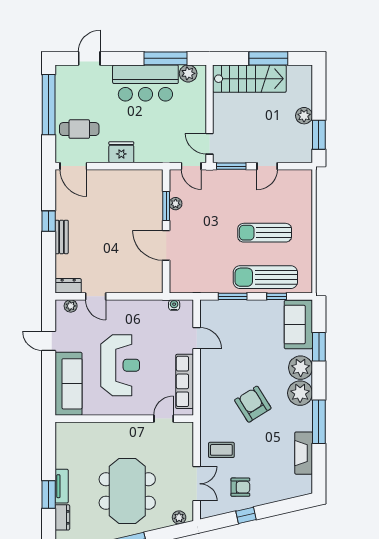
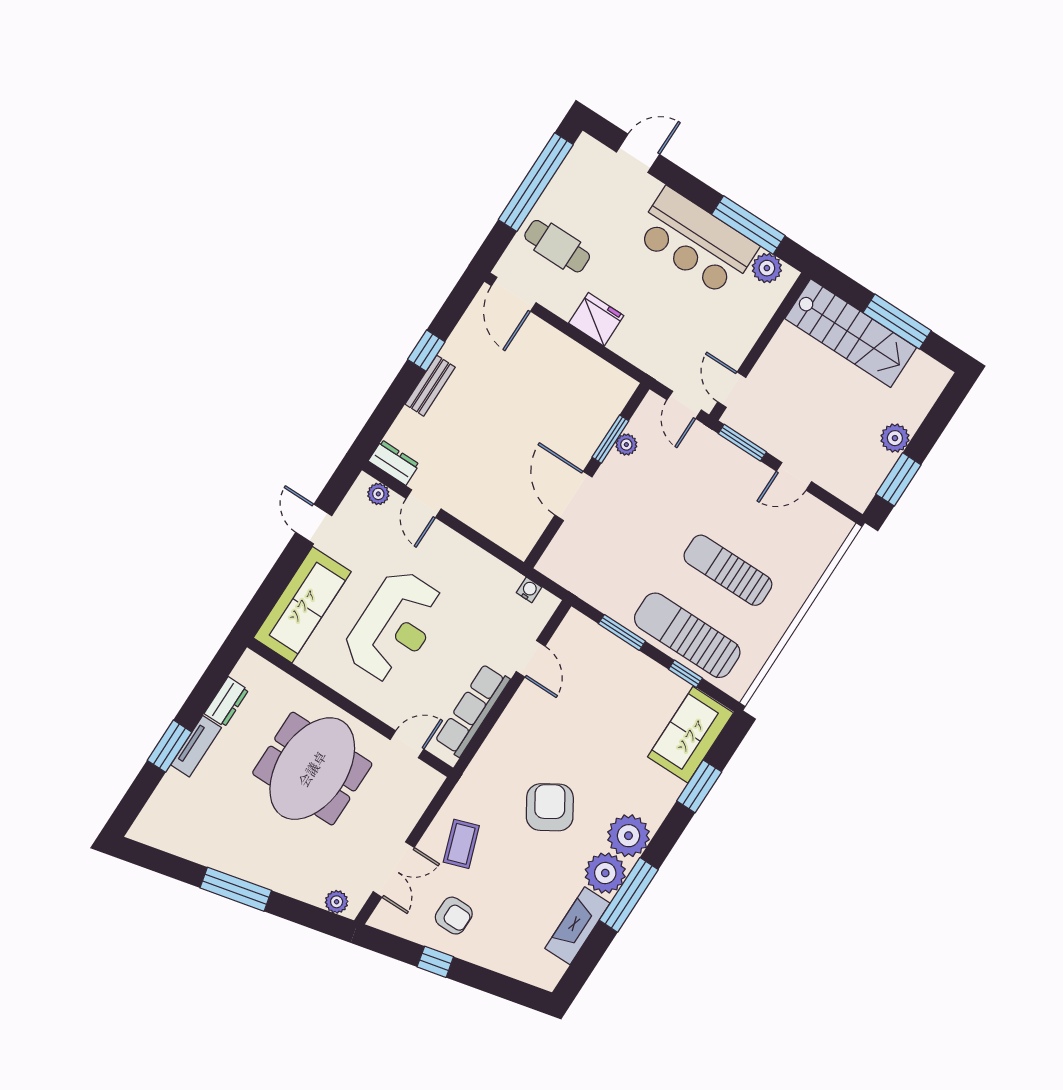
plant: (301, 368) -> (605, 873), moved
coffee table: (221, 450) -> (461, 844), turned 71
meeting table: (127, 491) -> (312, 769), moved
dresser: (62, 517) -> (226, 702), moved

